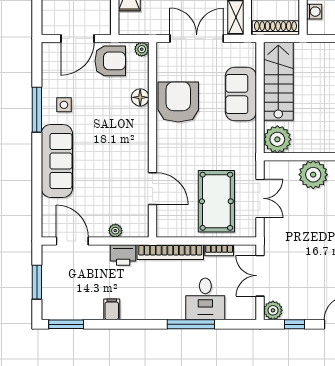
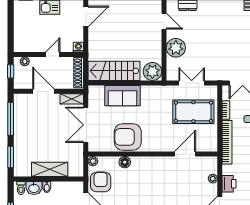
washing machine: (314, 12) -> (78, 47), moved
printer: (123, 255) -> (229, 184), moved

